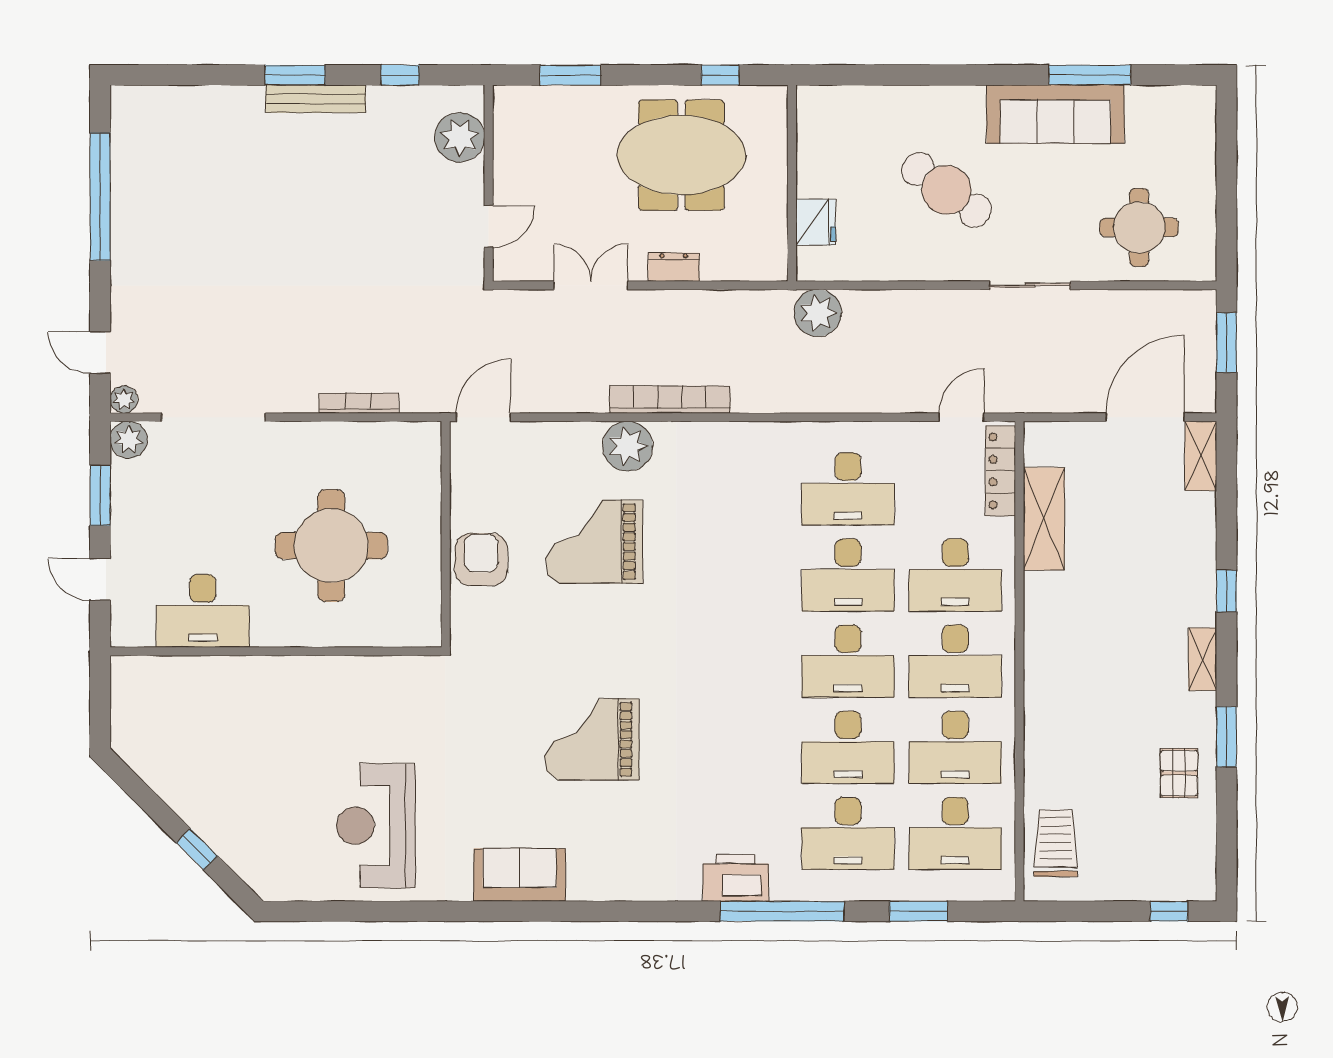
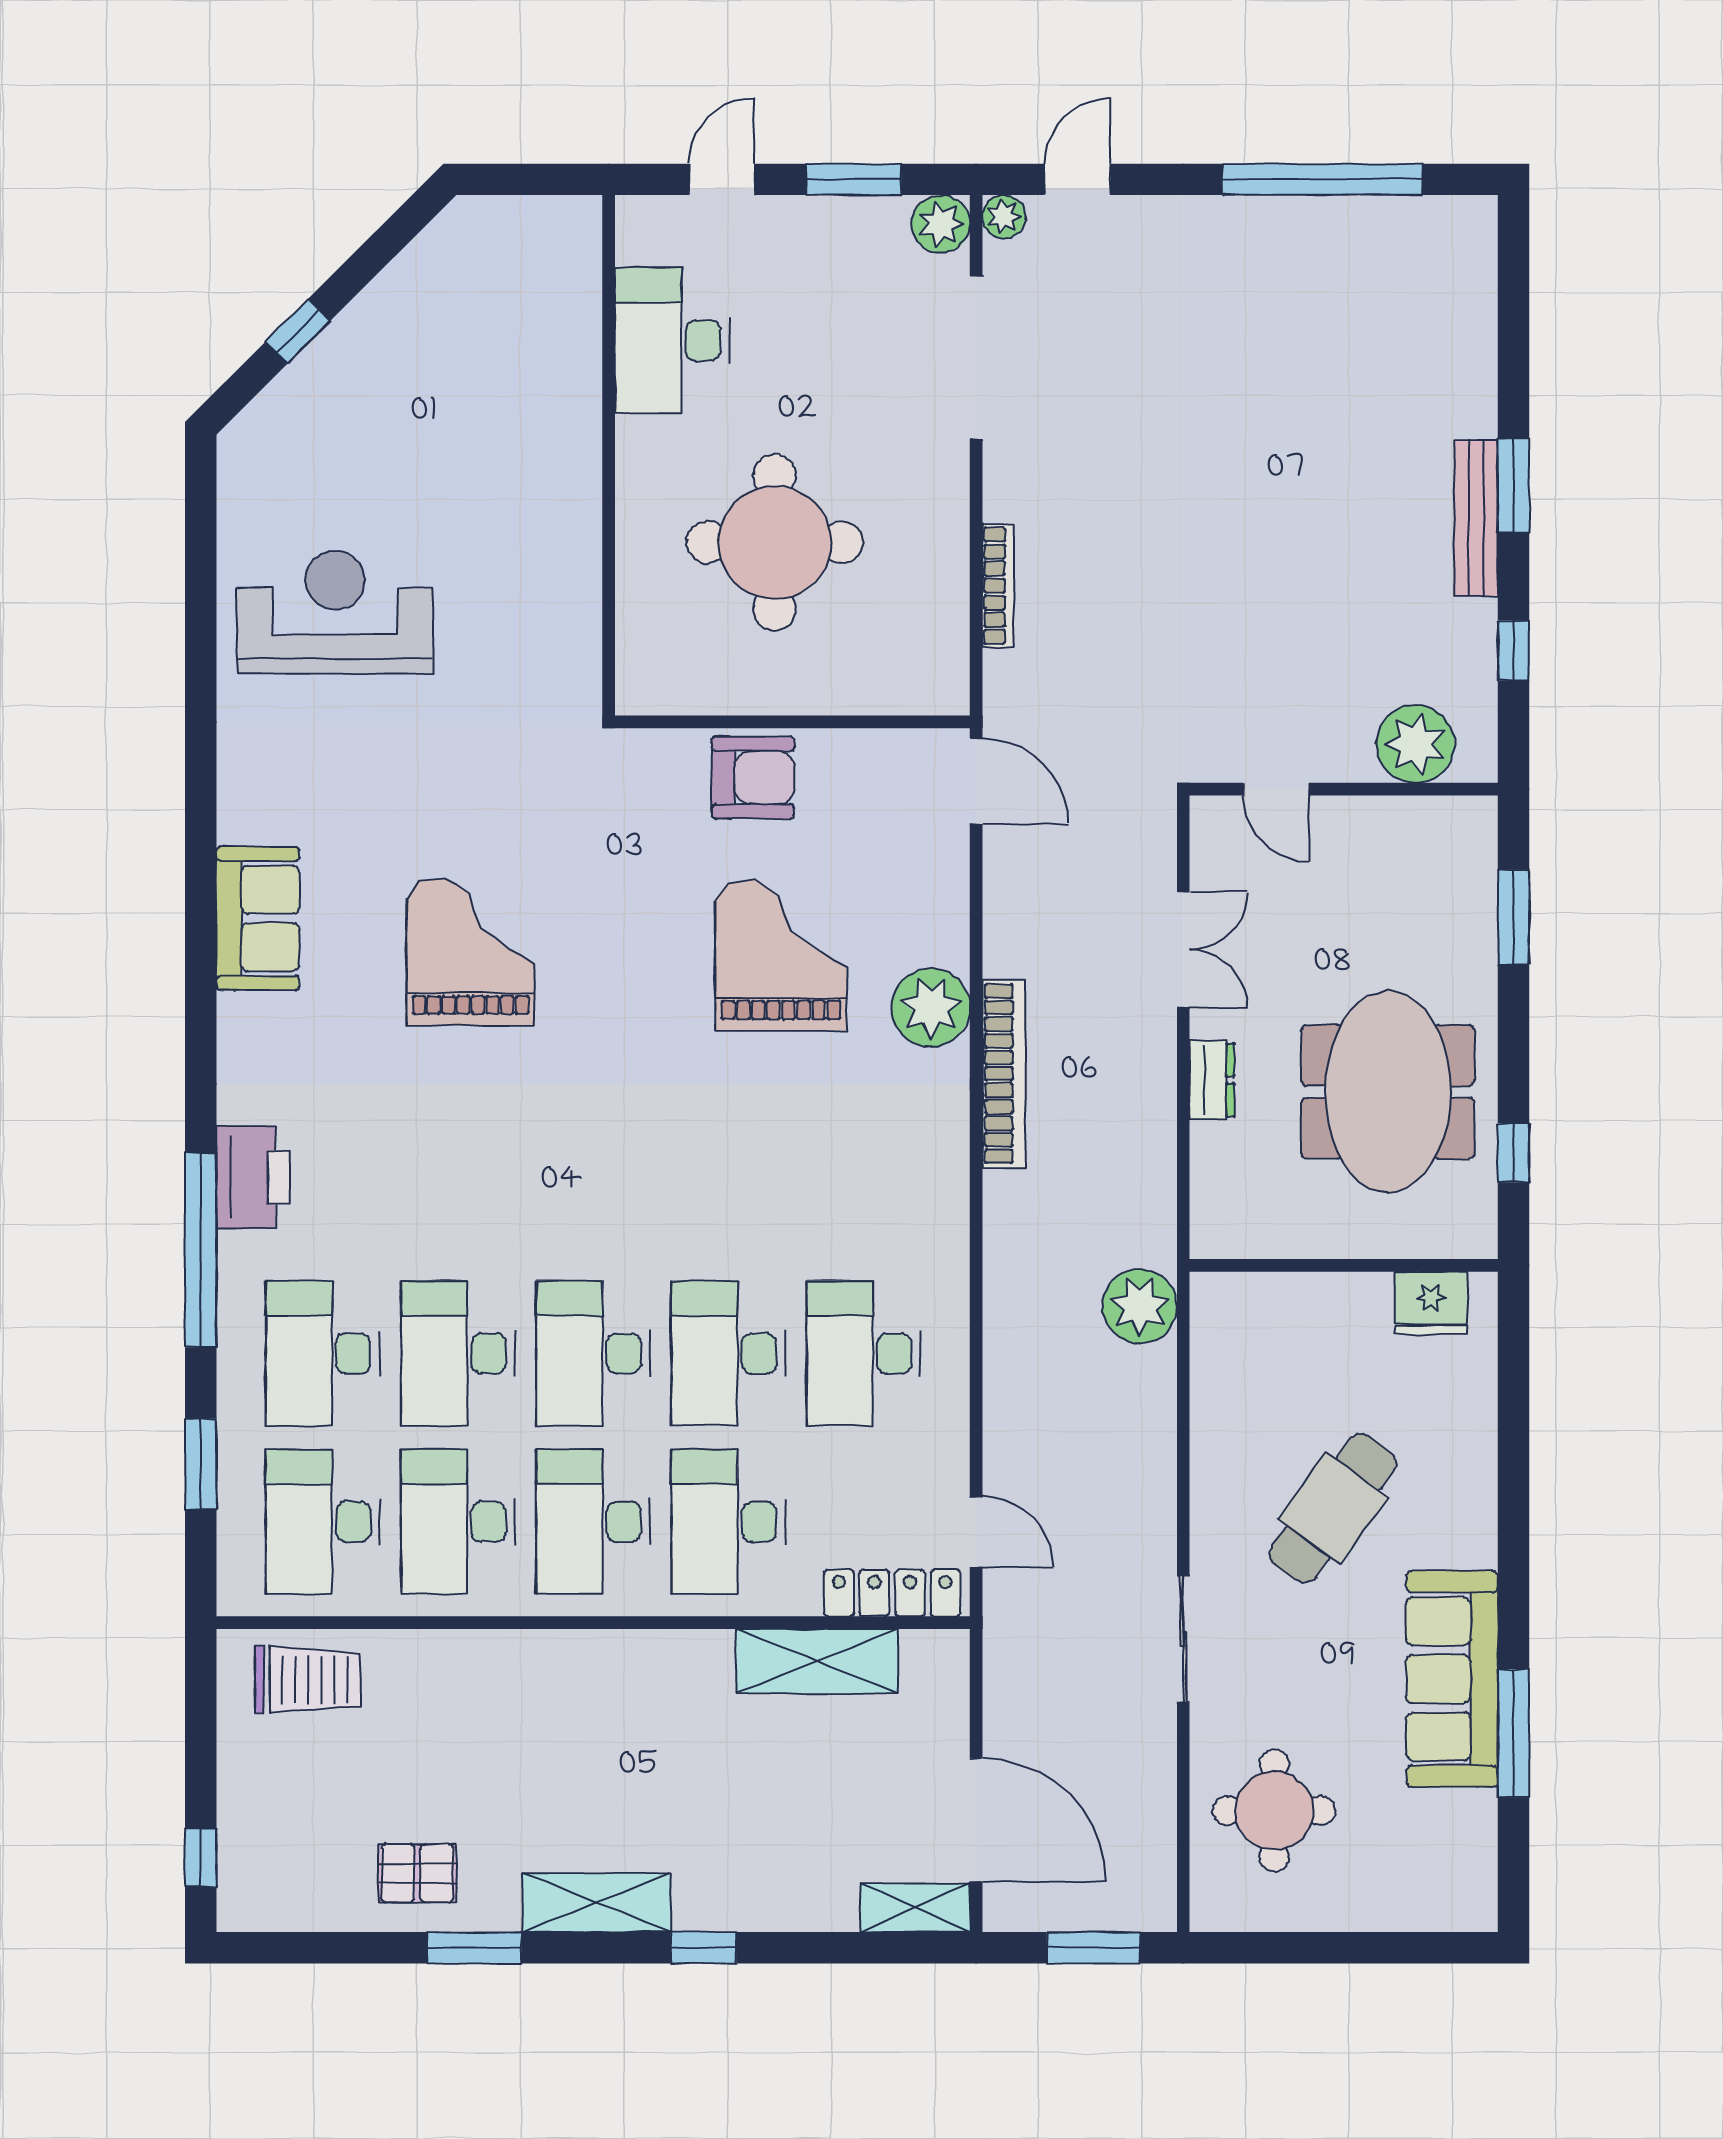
fridge: (816, 222) -> (1431, 1303), moved
shelving: (1202, 659) -> (596, 1903), width x1.50, depth x1.33
sofa: (520, 875) -> (258, 918), moved

